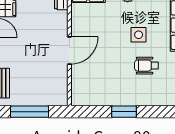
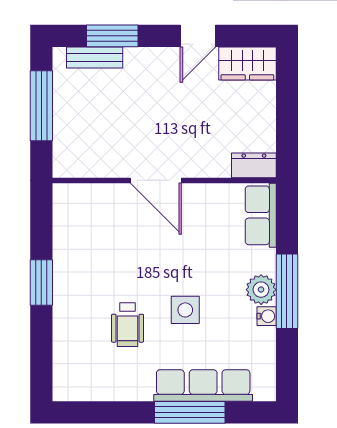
wheelchair: (146, 66) -> (128, 325), turned 180

